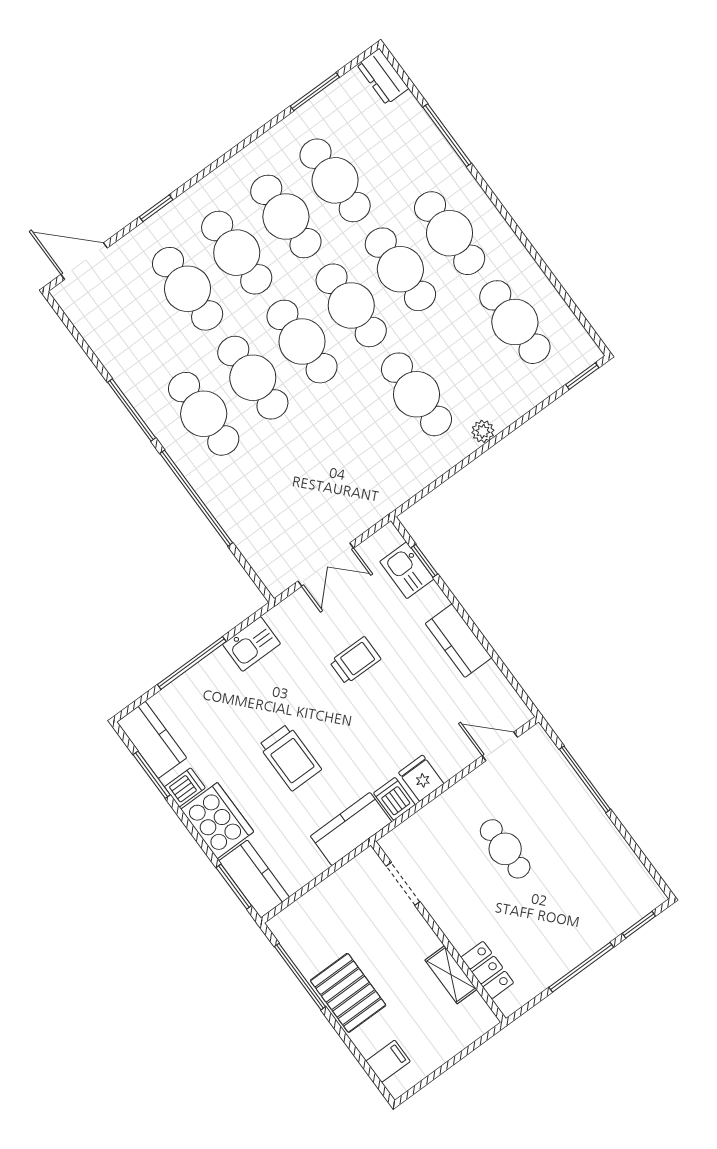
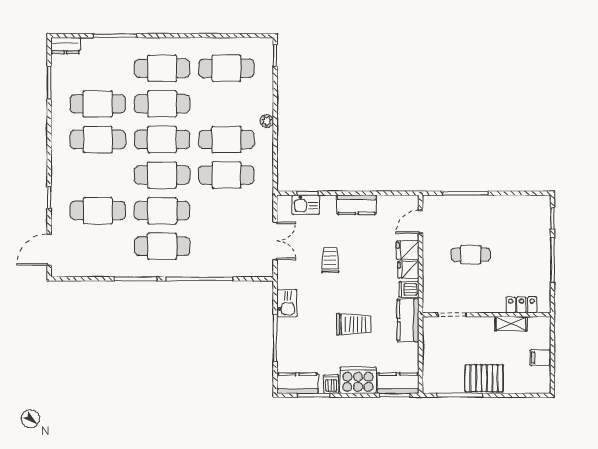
cafe table: (237, 253) -> (226, 175), moved
fridge: (448, 757) -> (408, 250), added
filing cabinet: (388, 1061) -> (540, 358), moved, turned -90

